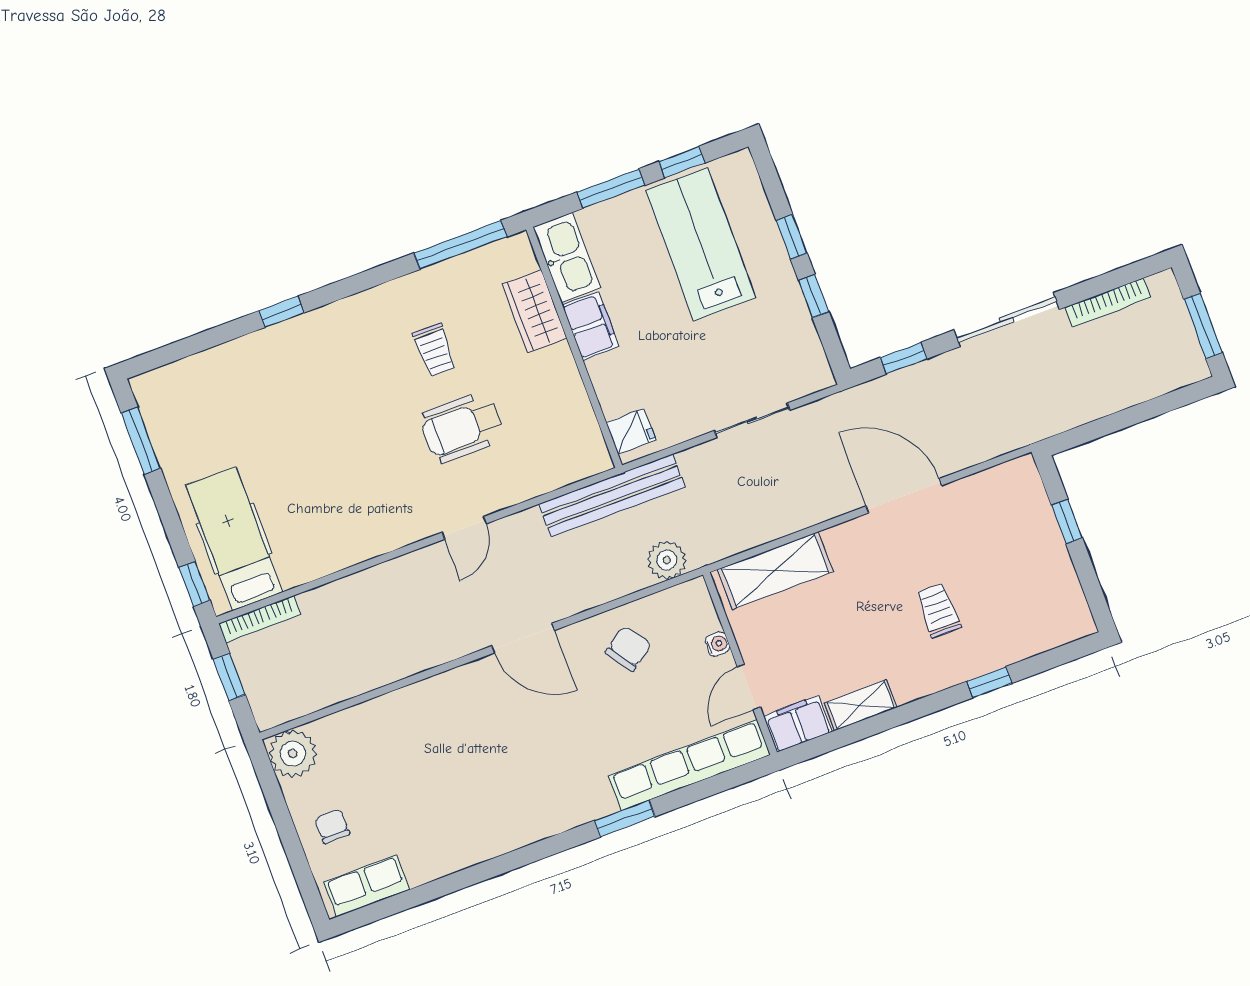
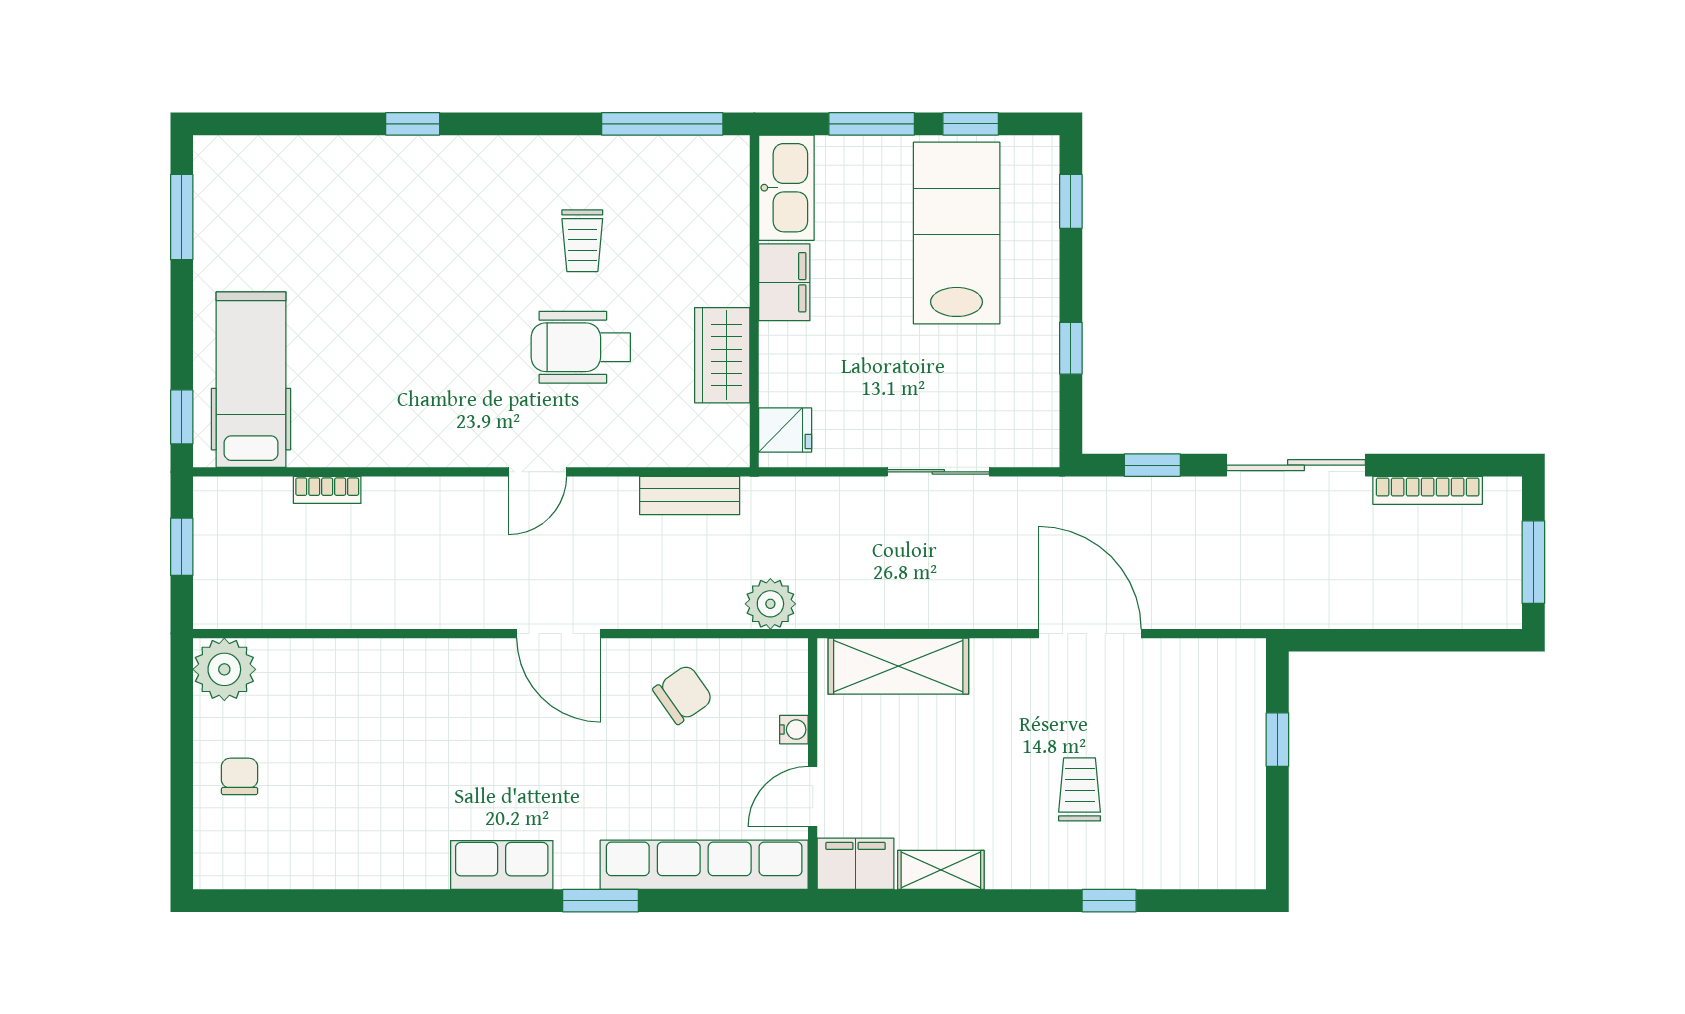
window: (792, 237) -> (1071, 201), moved
wardrobe: (534, 311) -> (722, 355), moved
bench: (612, 495) -> (690, 495), width x0.54, depth x0.82
bookcase: (260, 619) -> (327, 490), moved, width x0.64
row of seats: (367, 886) -> (502, 865), moved

